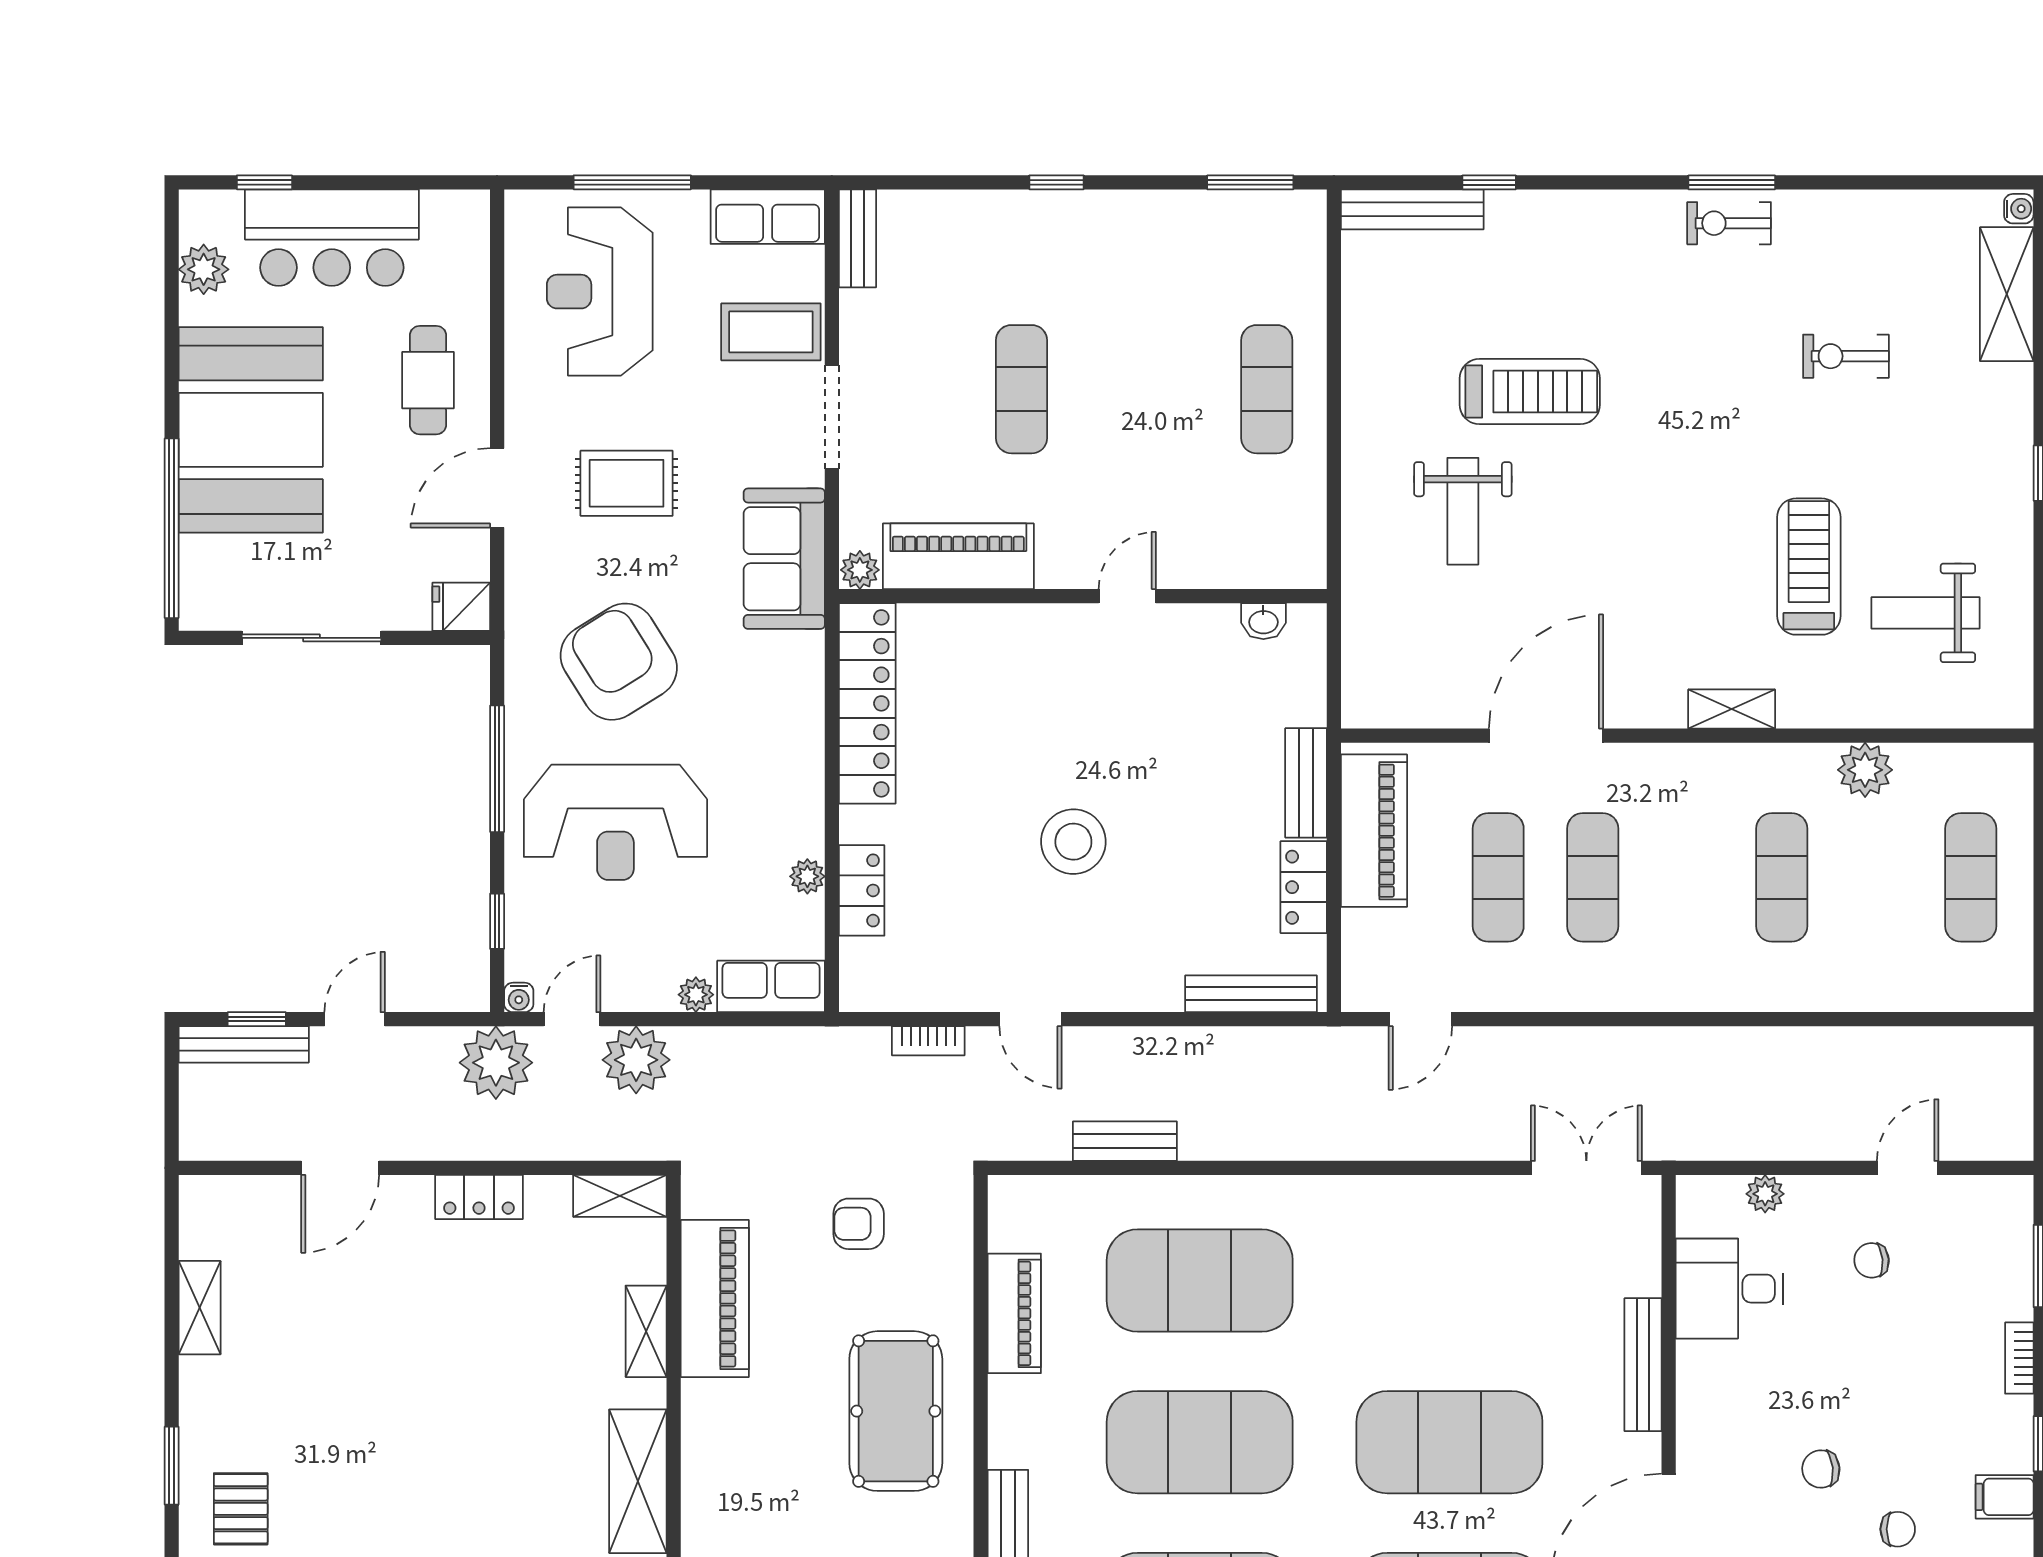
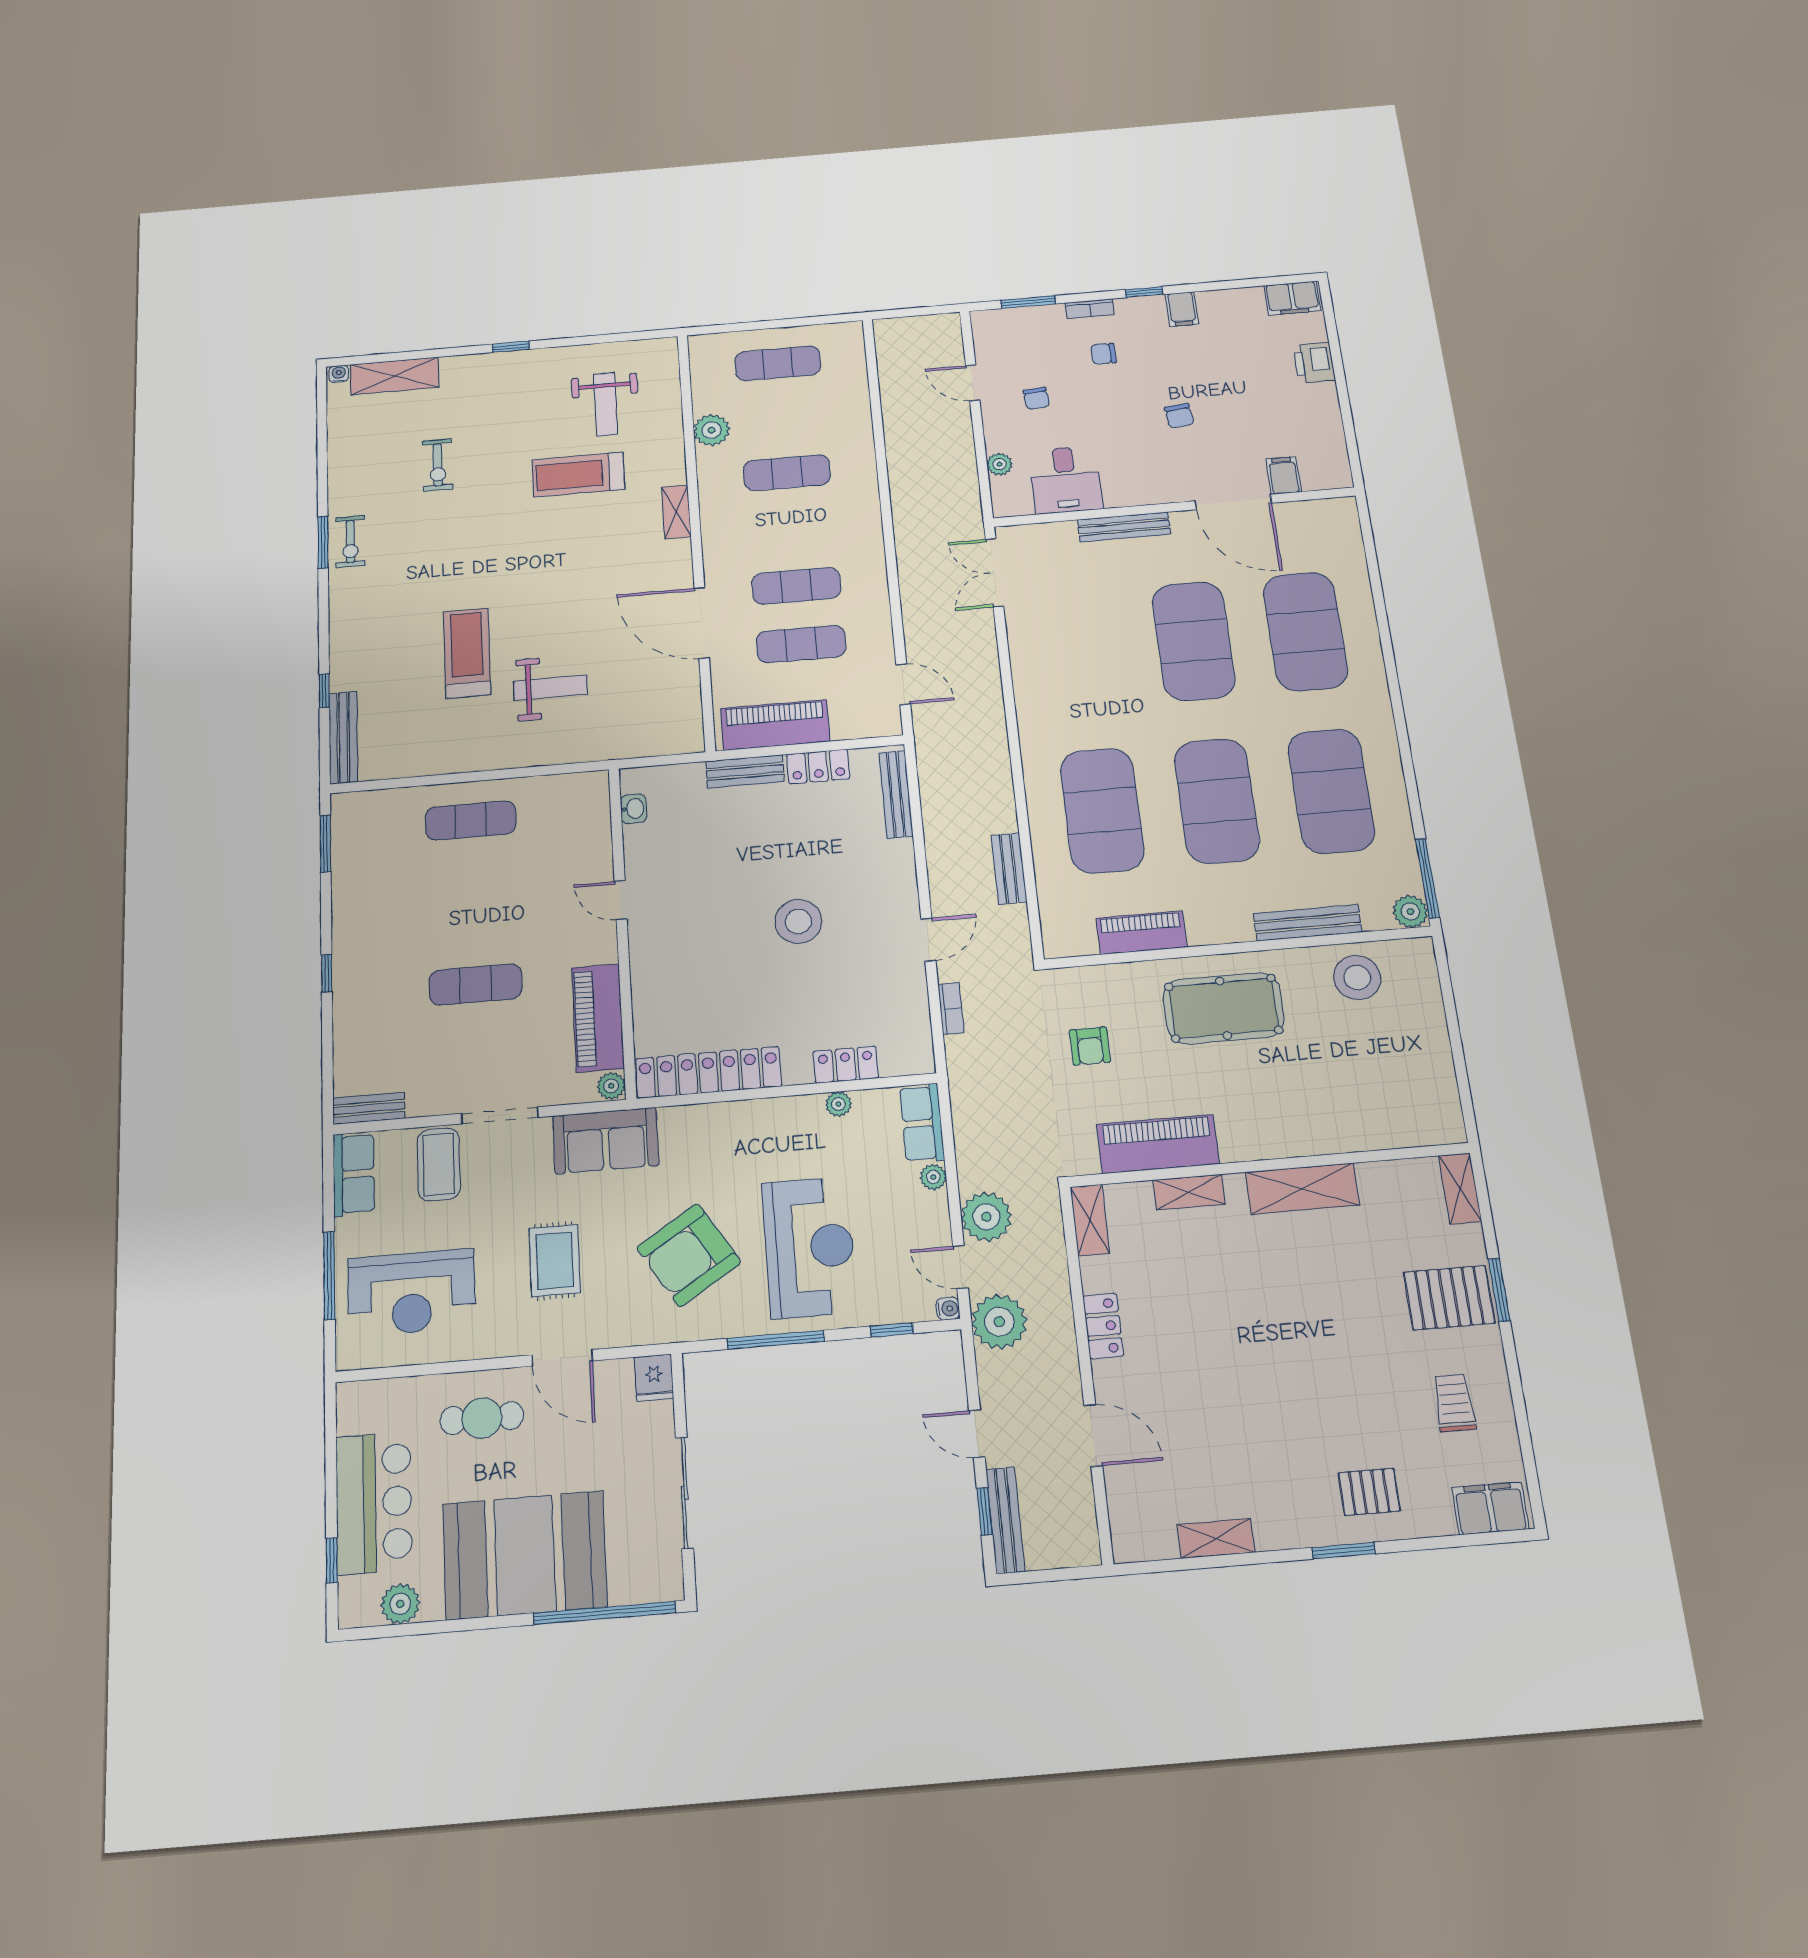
chair: (1898, 1529) -> (1103, 354), moved, turned -90

